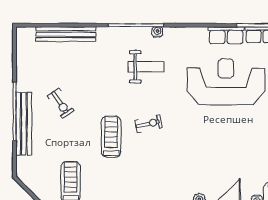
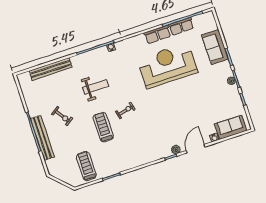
weight bench: (146, 67) -> (96, 87), moved

